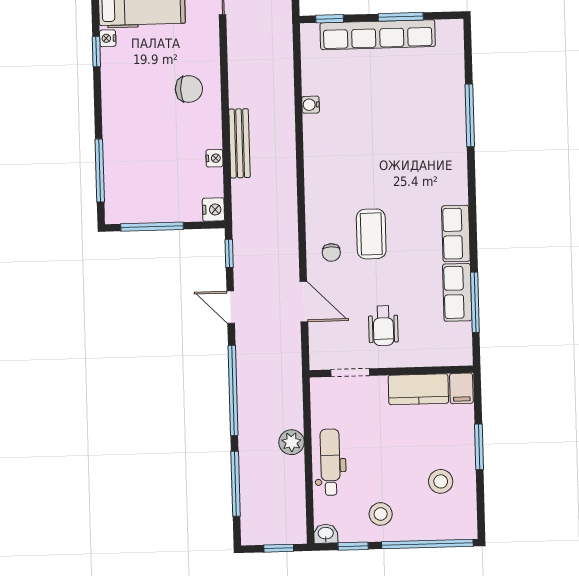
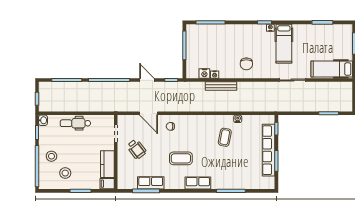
coffee table: (352, 132) -> (225, 137), added
nightstand: (213, 210) -> (204, 73), moved
coffee table: (371, 234) -> (181, 158), moved
row of seats: (456, 234) -> (198, 183), moved
door: (304, 302) -> (148, 113), hinge flipped
door: (231, 307) -> (147, 80), hinge flipped
wheelchair: (383, 326) -> (137, 149), turned -128
plant: (291, 442) -> (85, 106), removed
dental chair: (330, 462) -> (75, 123), turned 180
stool: (381, 514) -> (51, 156), moved

